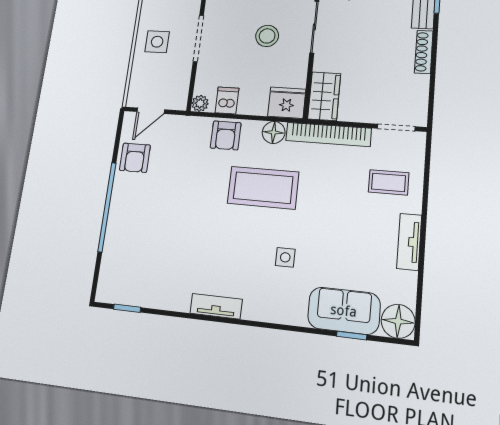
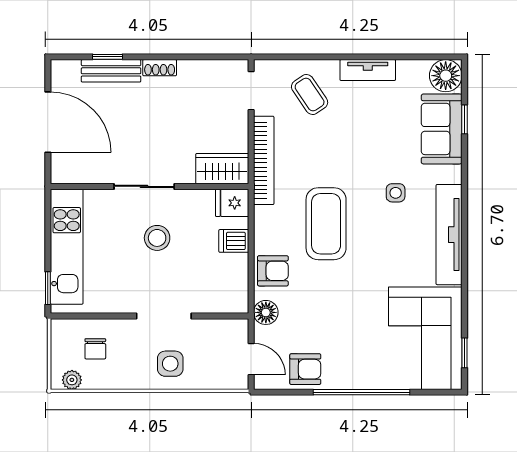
shoe rack: (424, 52) -> (160, 68), width x0.70
dishwasher: (227, 100) -> (234, 241), moved
plant: (200, 103) -> (239, 304), removed
fridge: (287, 103) -> (232, 203), width x0.72
floor lamp: (274, 132) -> (266, 312), moved
coffee table: (389, 182) -> (310, 94), turned -34
corner sofa: (146, 272) -> (425, 338), added
tv unit: (216, 306) -> (449, 235), width x1.92, depth x1.29

